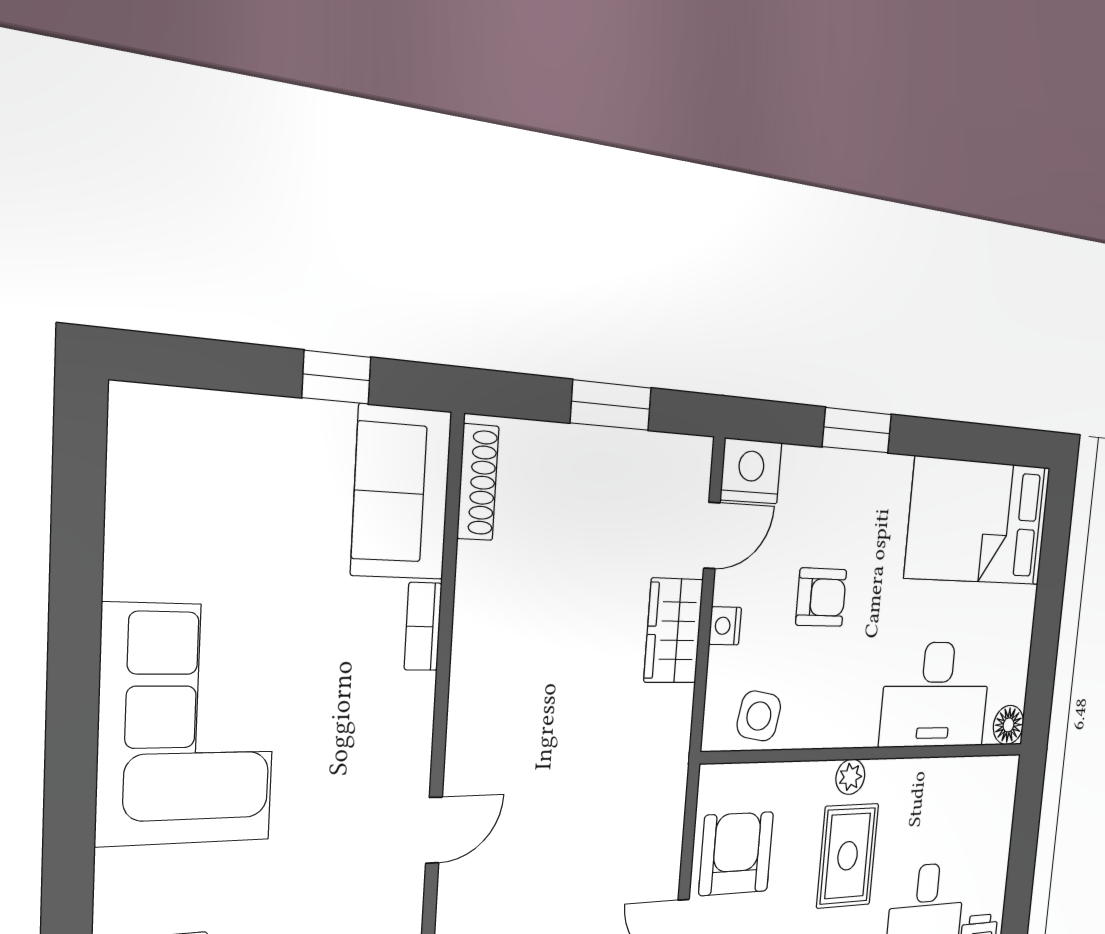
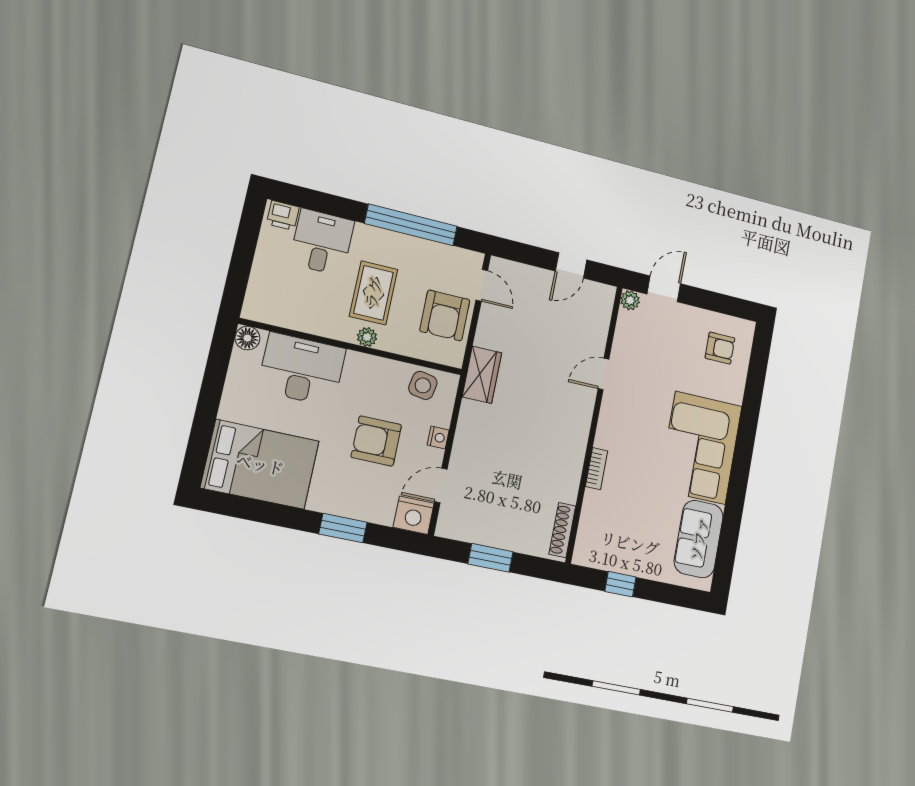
sofa: (401, 493) -> (699, 539), moved, turned 180
armchair: (821, 597) -> (376, 441), width x1.38, depth x1.38
wardrobe: (674, 631) -> (482, 375), moved

